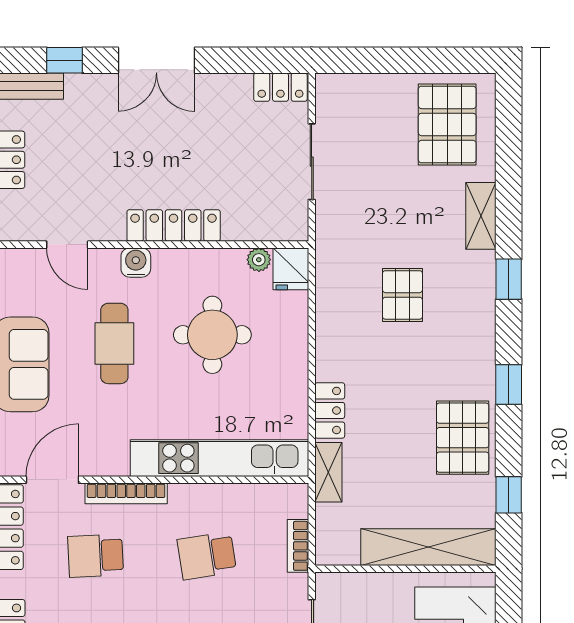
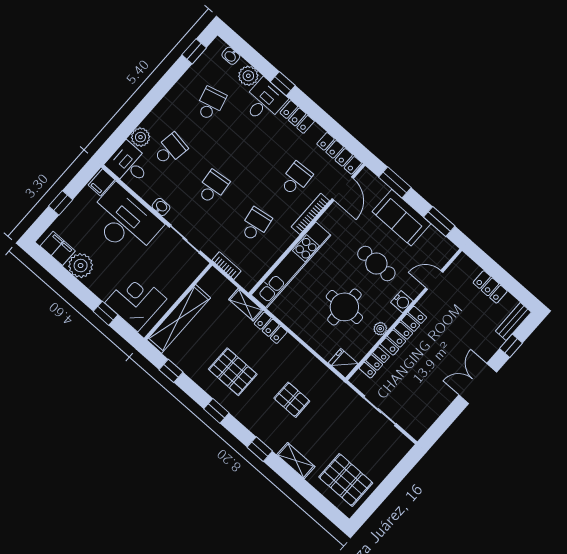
locker: (280, 87) -> (374, 362), moved, turned 180
plant: (259, 260) -> (380, 329), moved
pallet: (463, 438) -> (233, 372), moved

